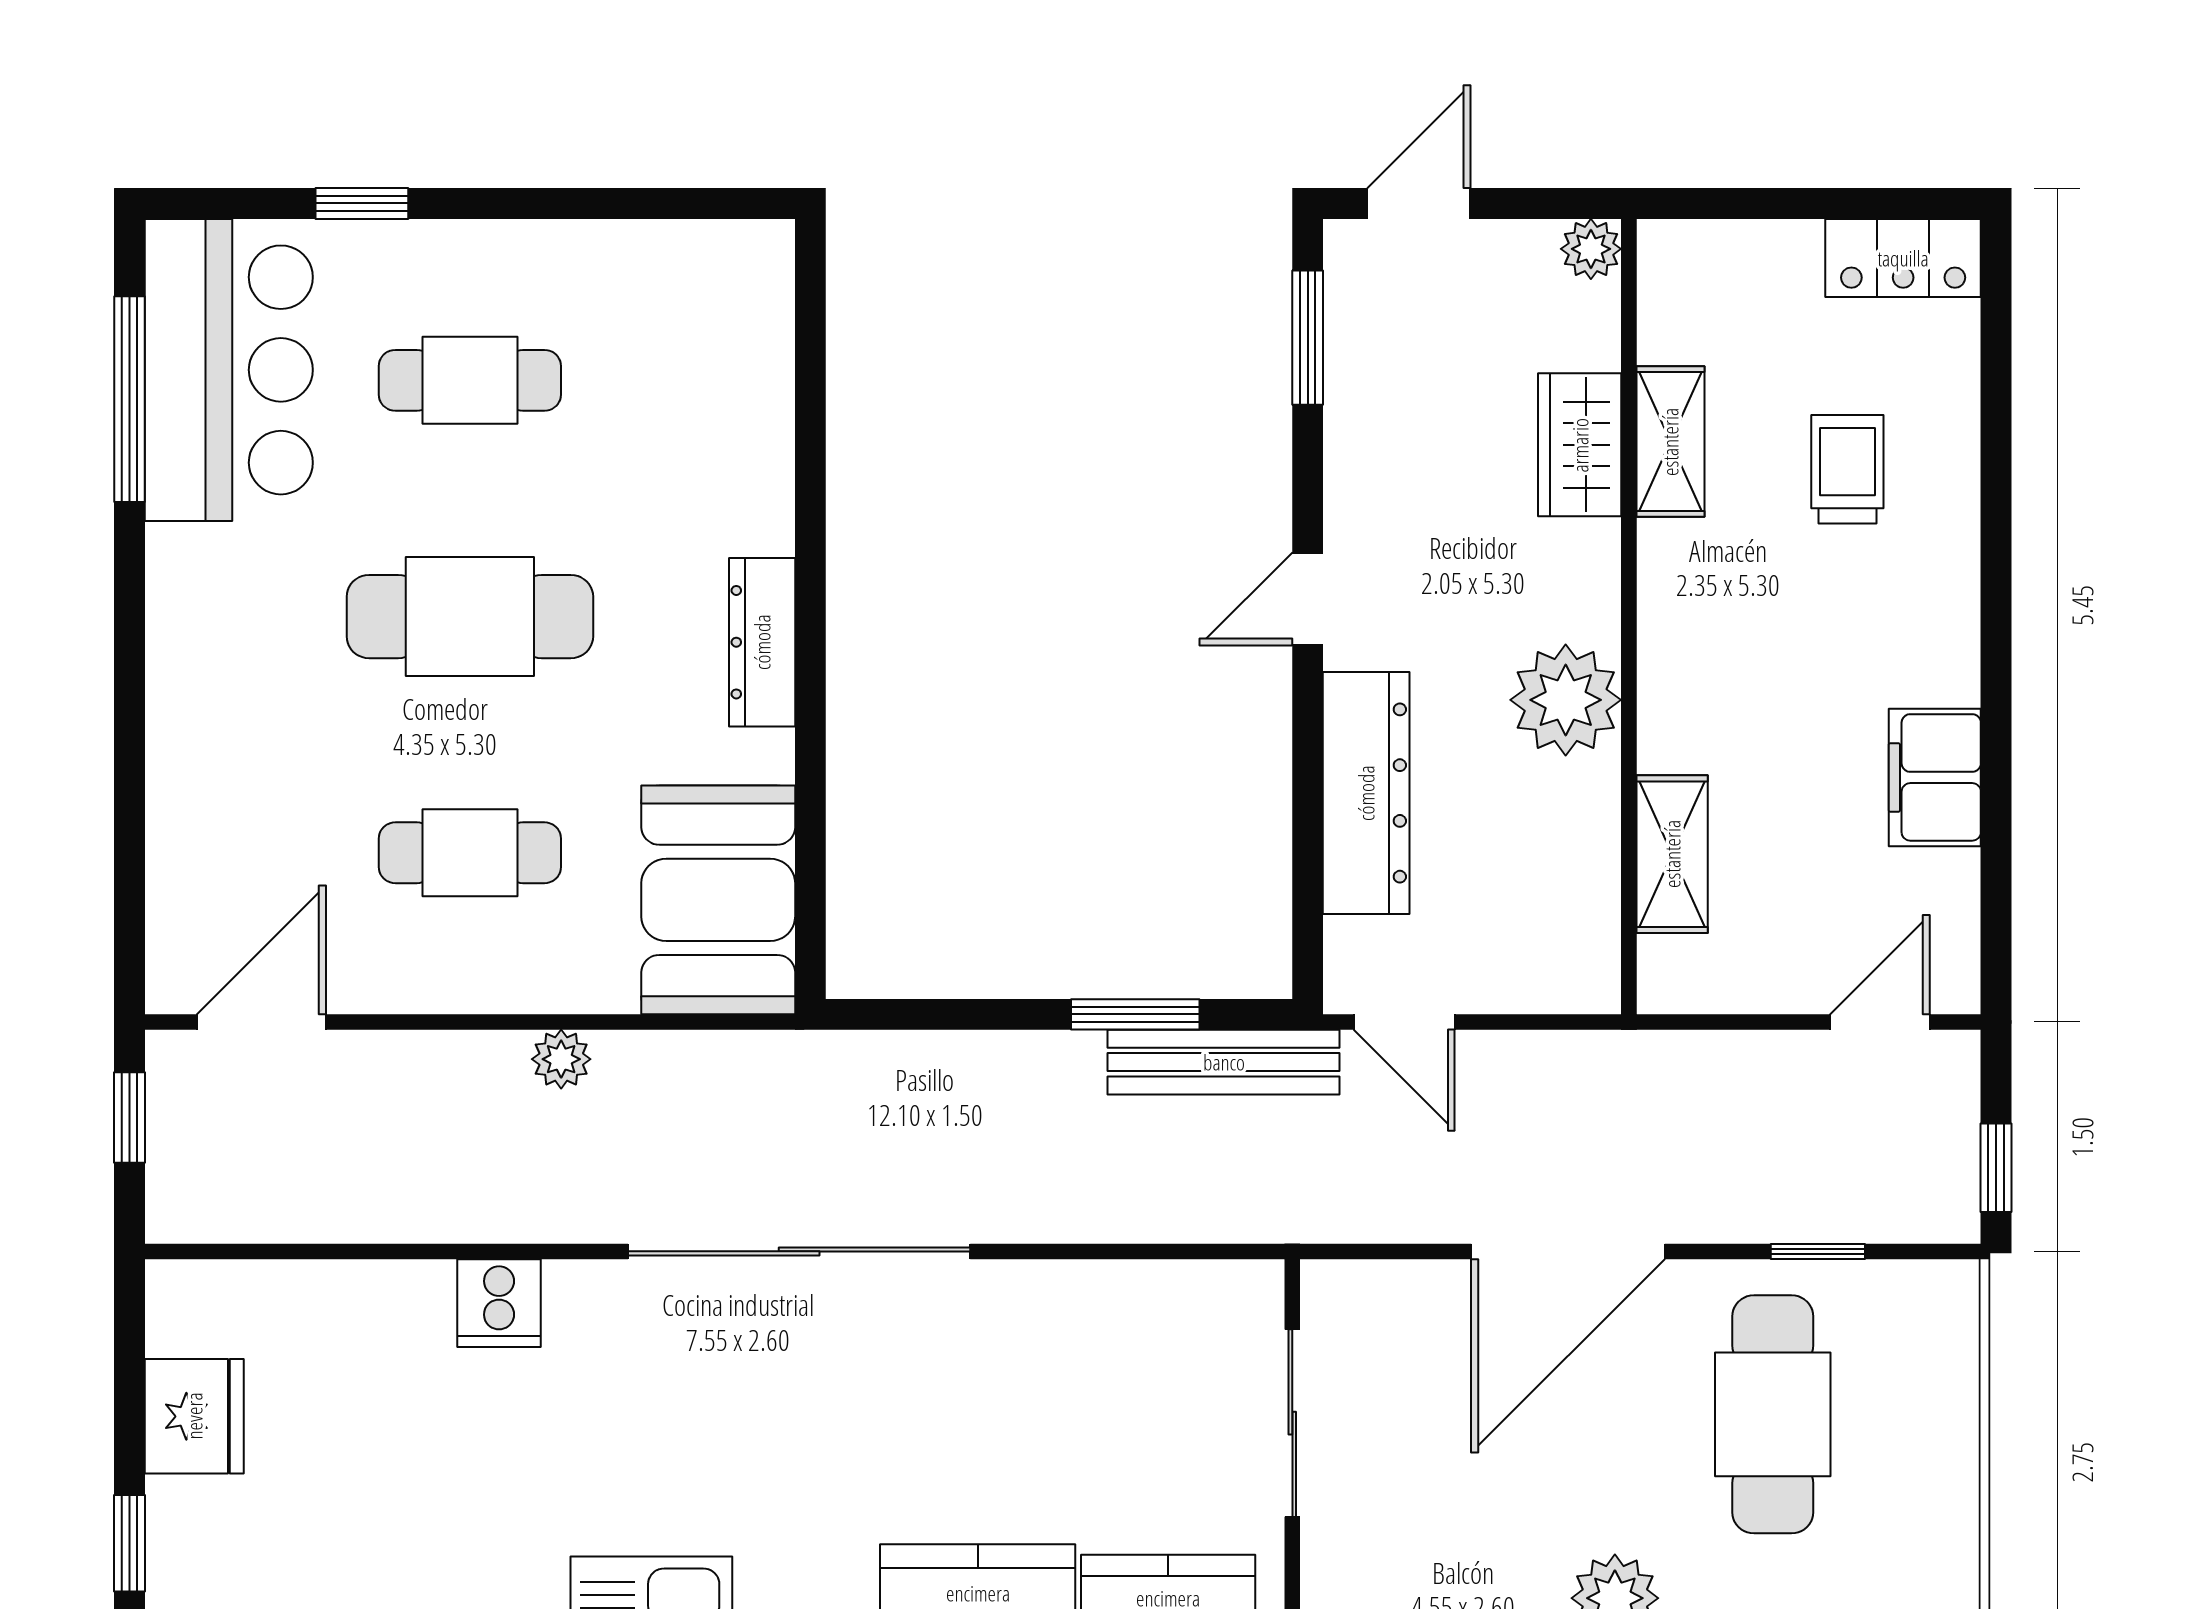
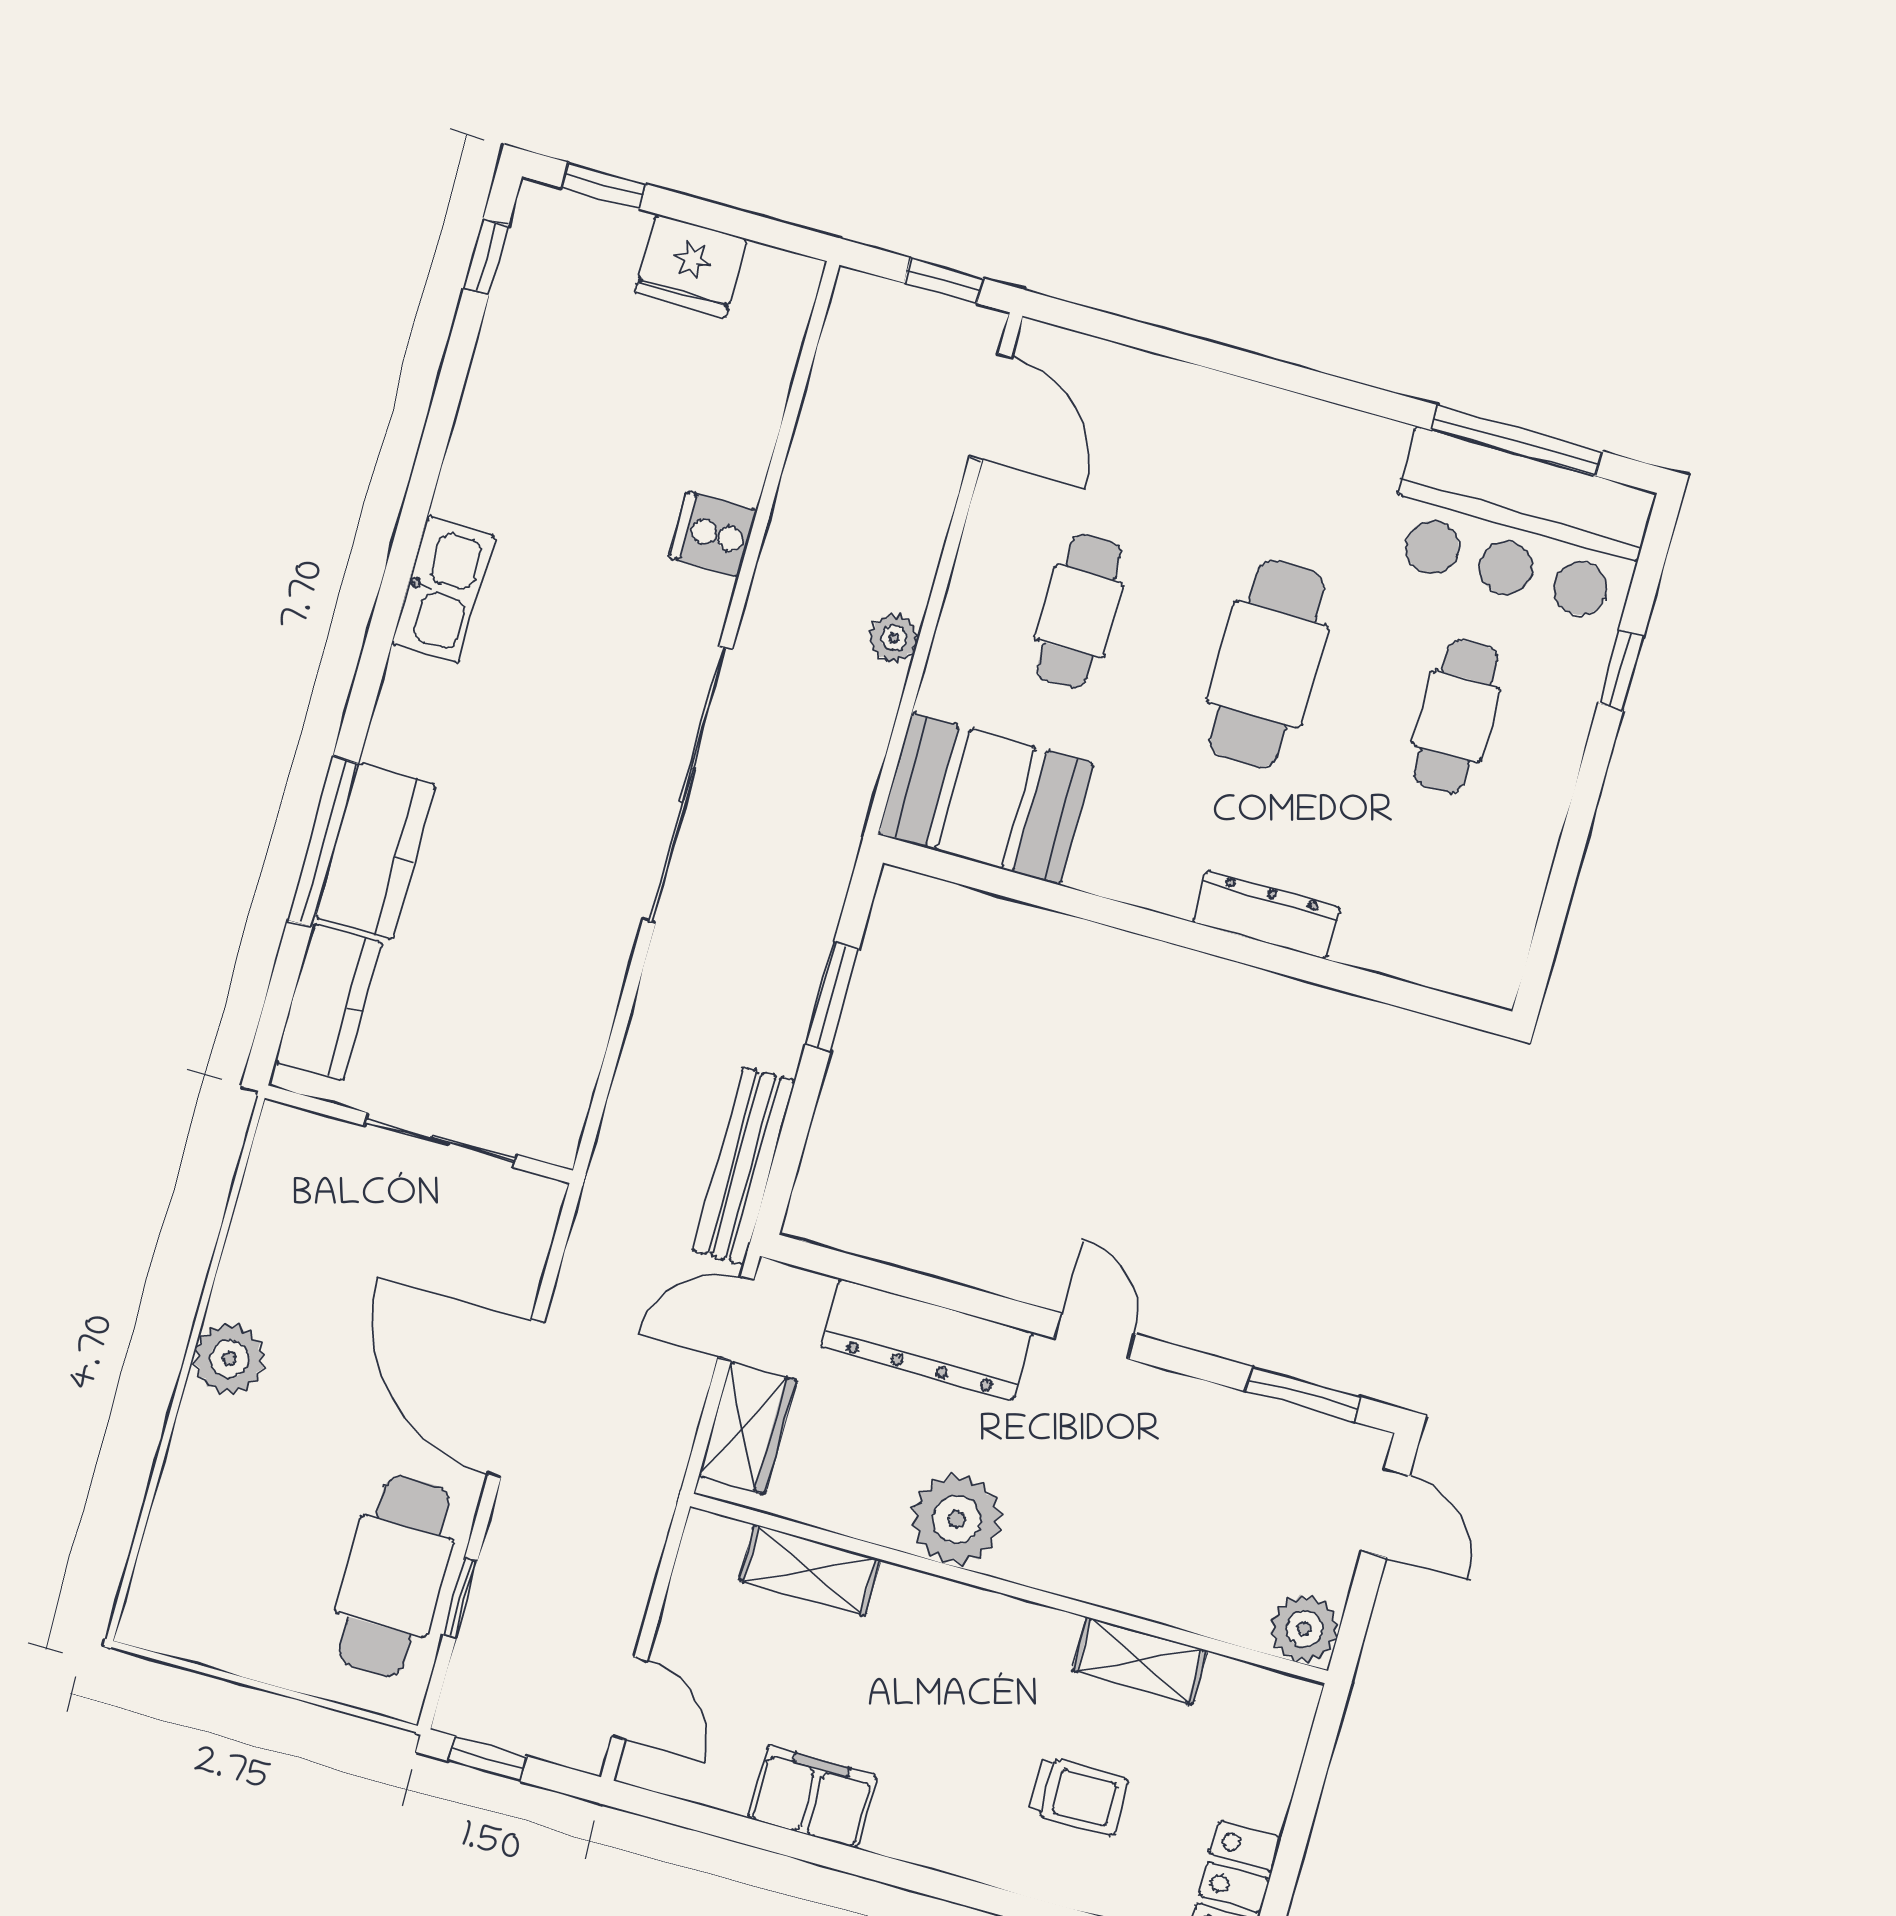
plant: (1591, 249) -> (1304, 1629), width x1.38, depth x1.38
wardrobe: (1580, 445) -> (748, 1428), moved, turned 90
dresser: (762, 642) -> (1266, 915), moved
window: (1135, 1014) -> (832, 997), moved
cafe table: (1773, 1414) -> (394, 1576), moved, turned 90

